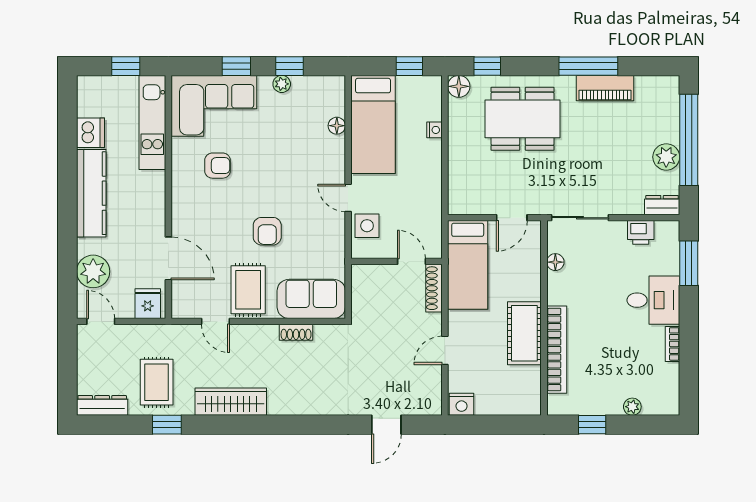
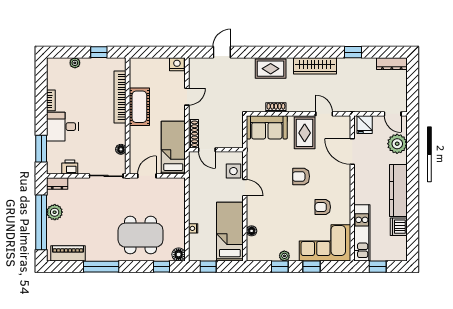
piano: (605, 88) -> (68, 253), moved
armchair: (267, 231) -> (301, 176), moved, turned -90
rug: (157, 382) -> (271, 69), moved, turned 90

